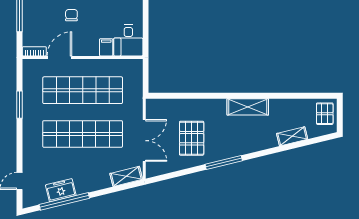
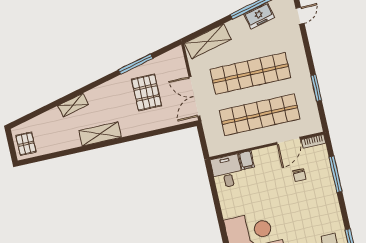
chair: (71, 15) -> (299, 175), moved
shelving: (292, 136) -> (73, 105), moved
double door: (144, 141) -> (194, 96), moved
window: (224, 163) -> (136, 64), moved
shelving: (126, 176) -> (208, 41), width x1.50, depth x1.33

